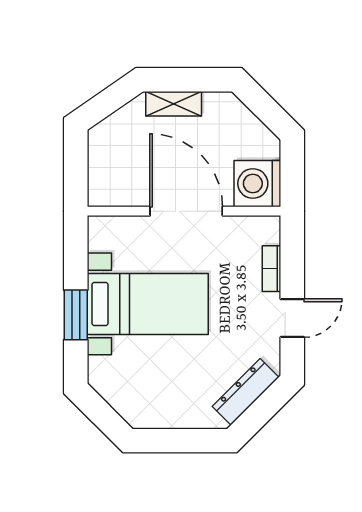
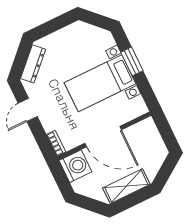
shelving: (174, 104) -> (126, 186), width x1.50, depth x1.33
bookcase: (272, 269) -> (56, 143), moved

